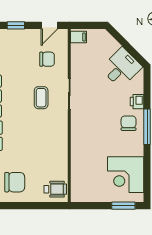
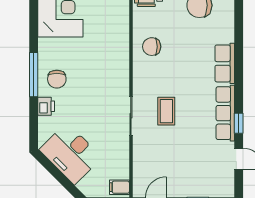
chair: (47, 59) -> (152, 47), moved
desk: (121, 68) -> (71, 153), width x1.37

